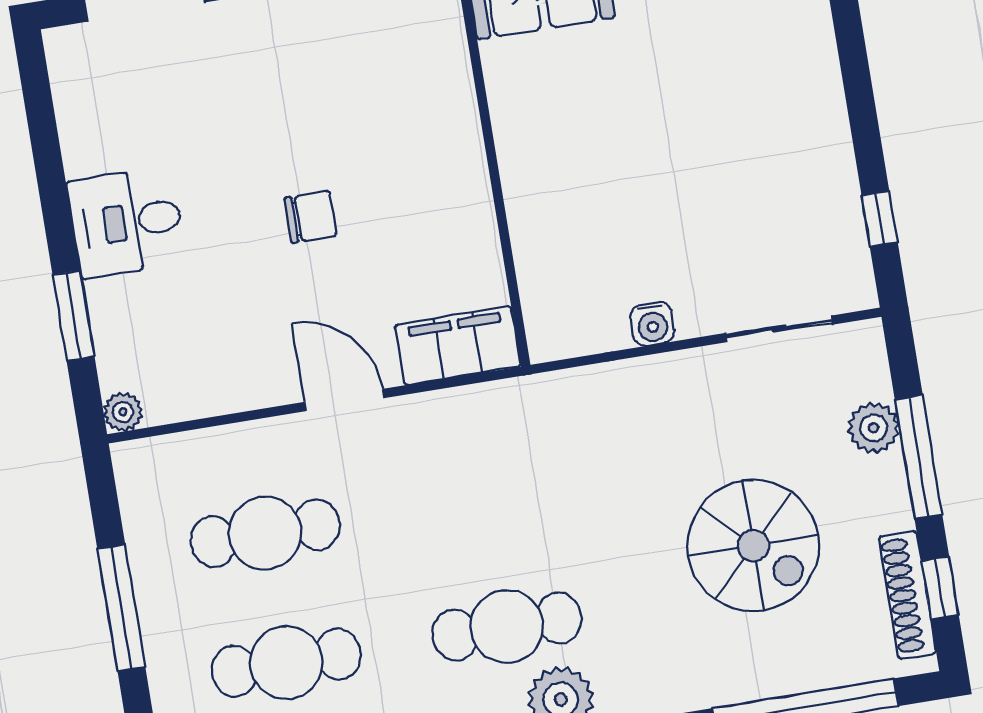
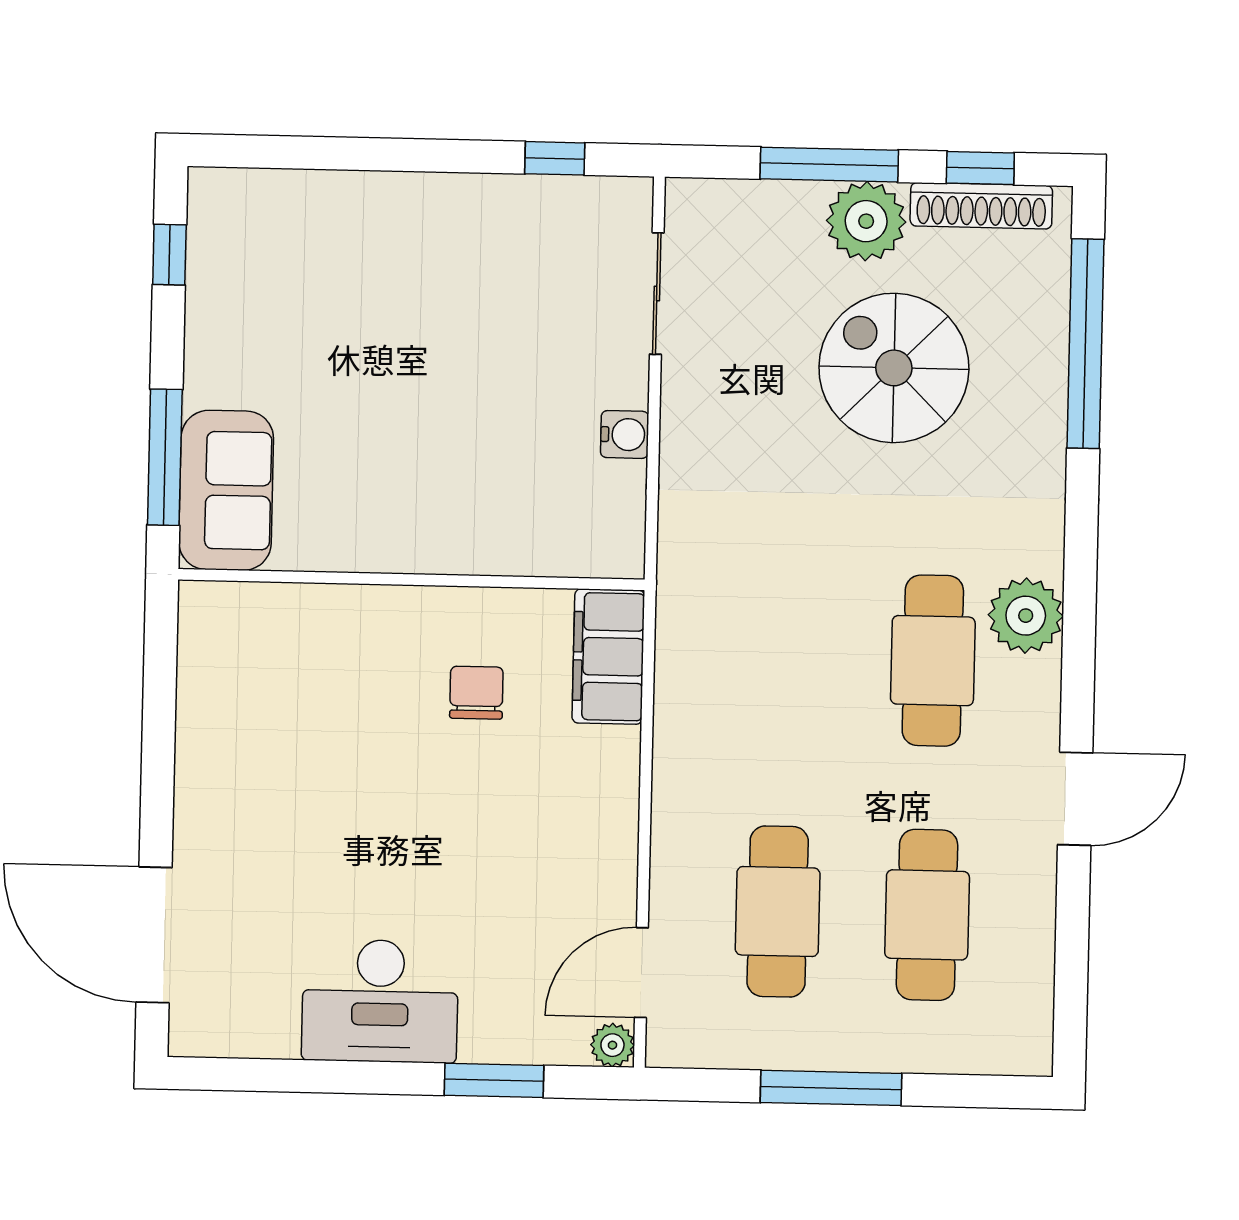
chair: (310, 217) -> (476, 693), moved
desk: (127, 222) -> (380, 1001), width x1.37
door: (344, 400) -> (641, 973), moved
plant: (874, 428) -> (866, 221), moved, width x1.36, depth x1.36
spiral stairs: (753, 546) -> (894, 368), turned -90

